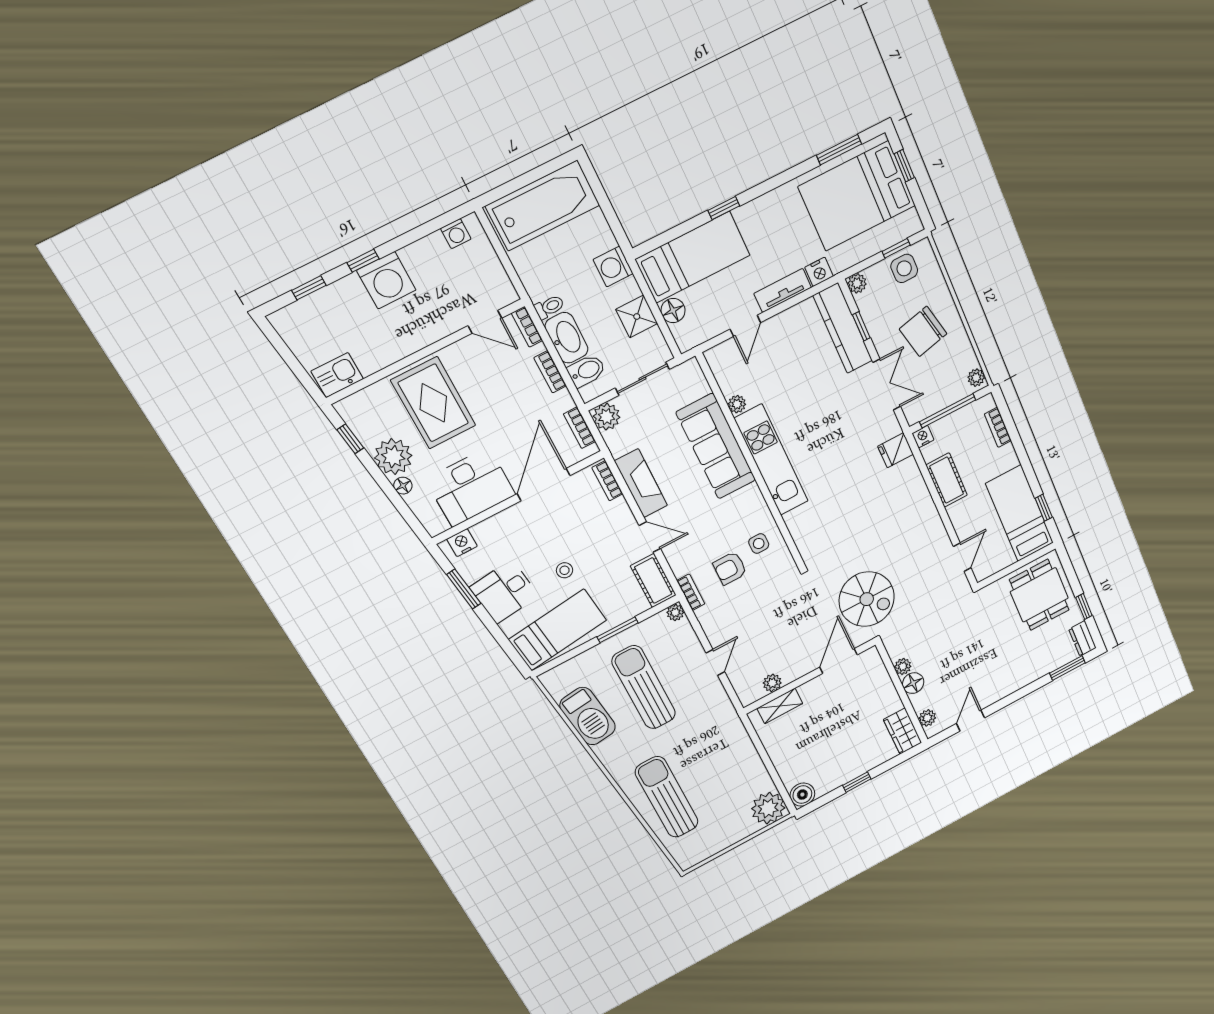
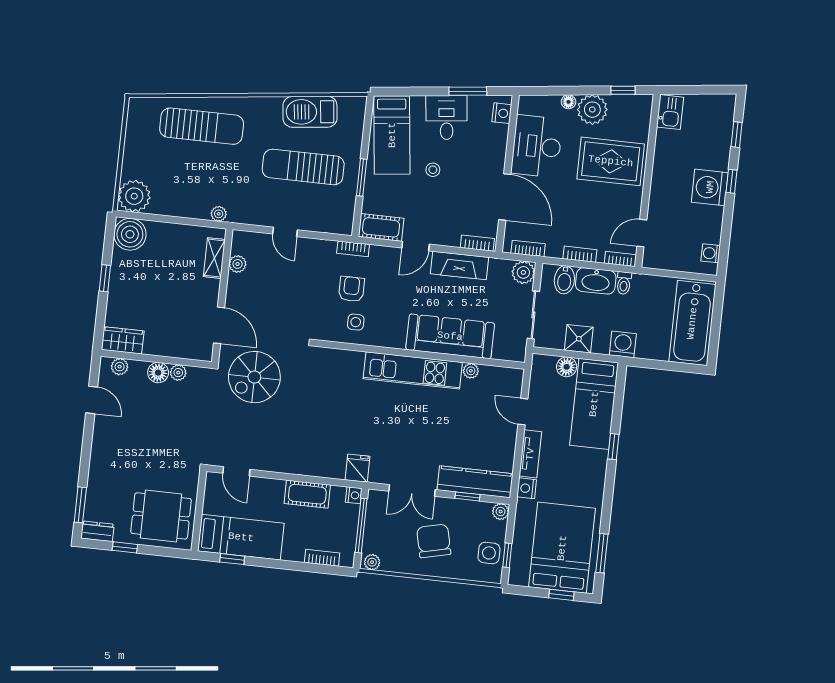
plant: (675, 612) -> (219, 214), moved
sun lounger: (644, 687) -> (303, 167), turned 180
boiler: (802, 795) -> (130, 234), width x1.37, depth x1.37

